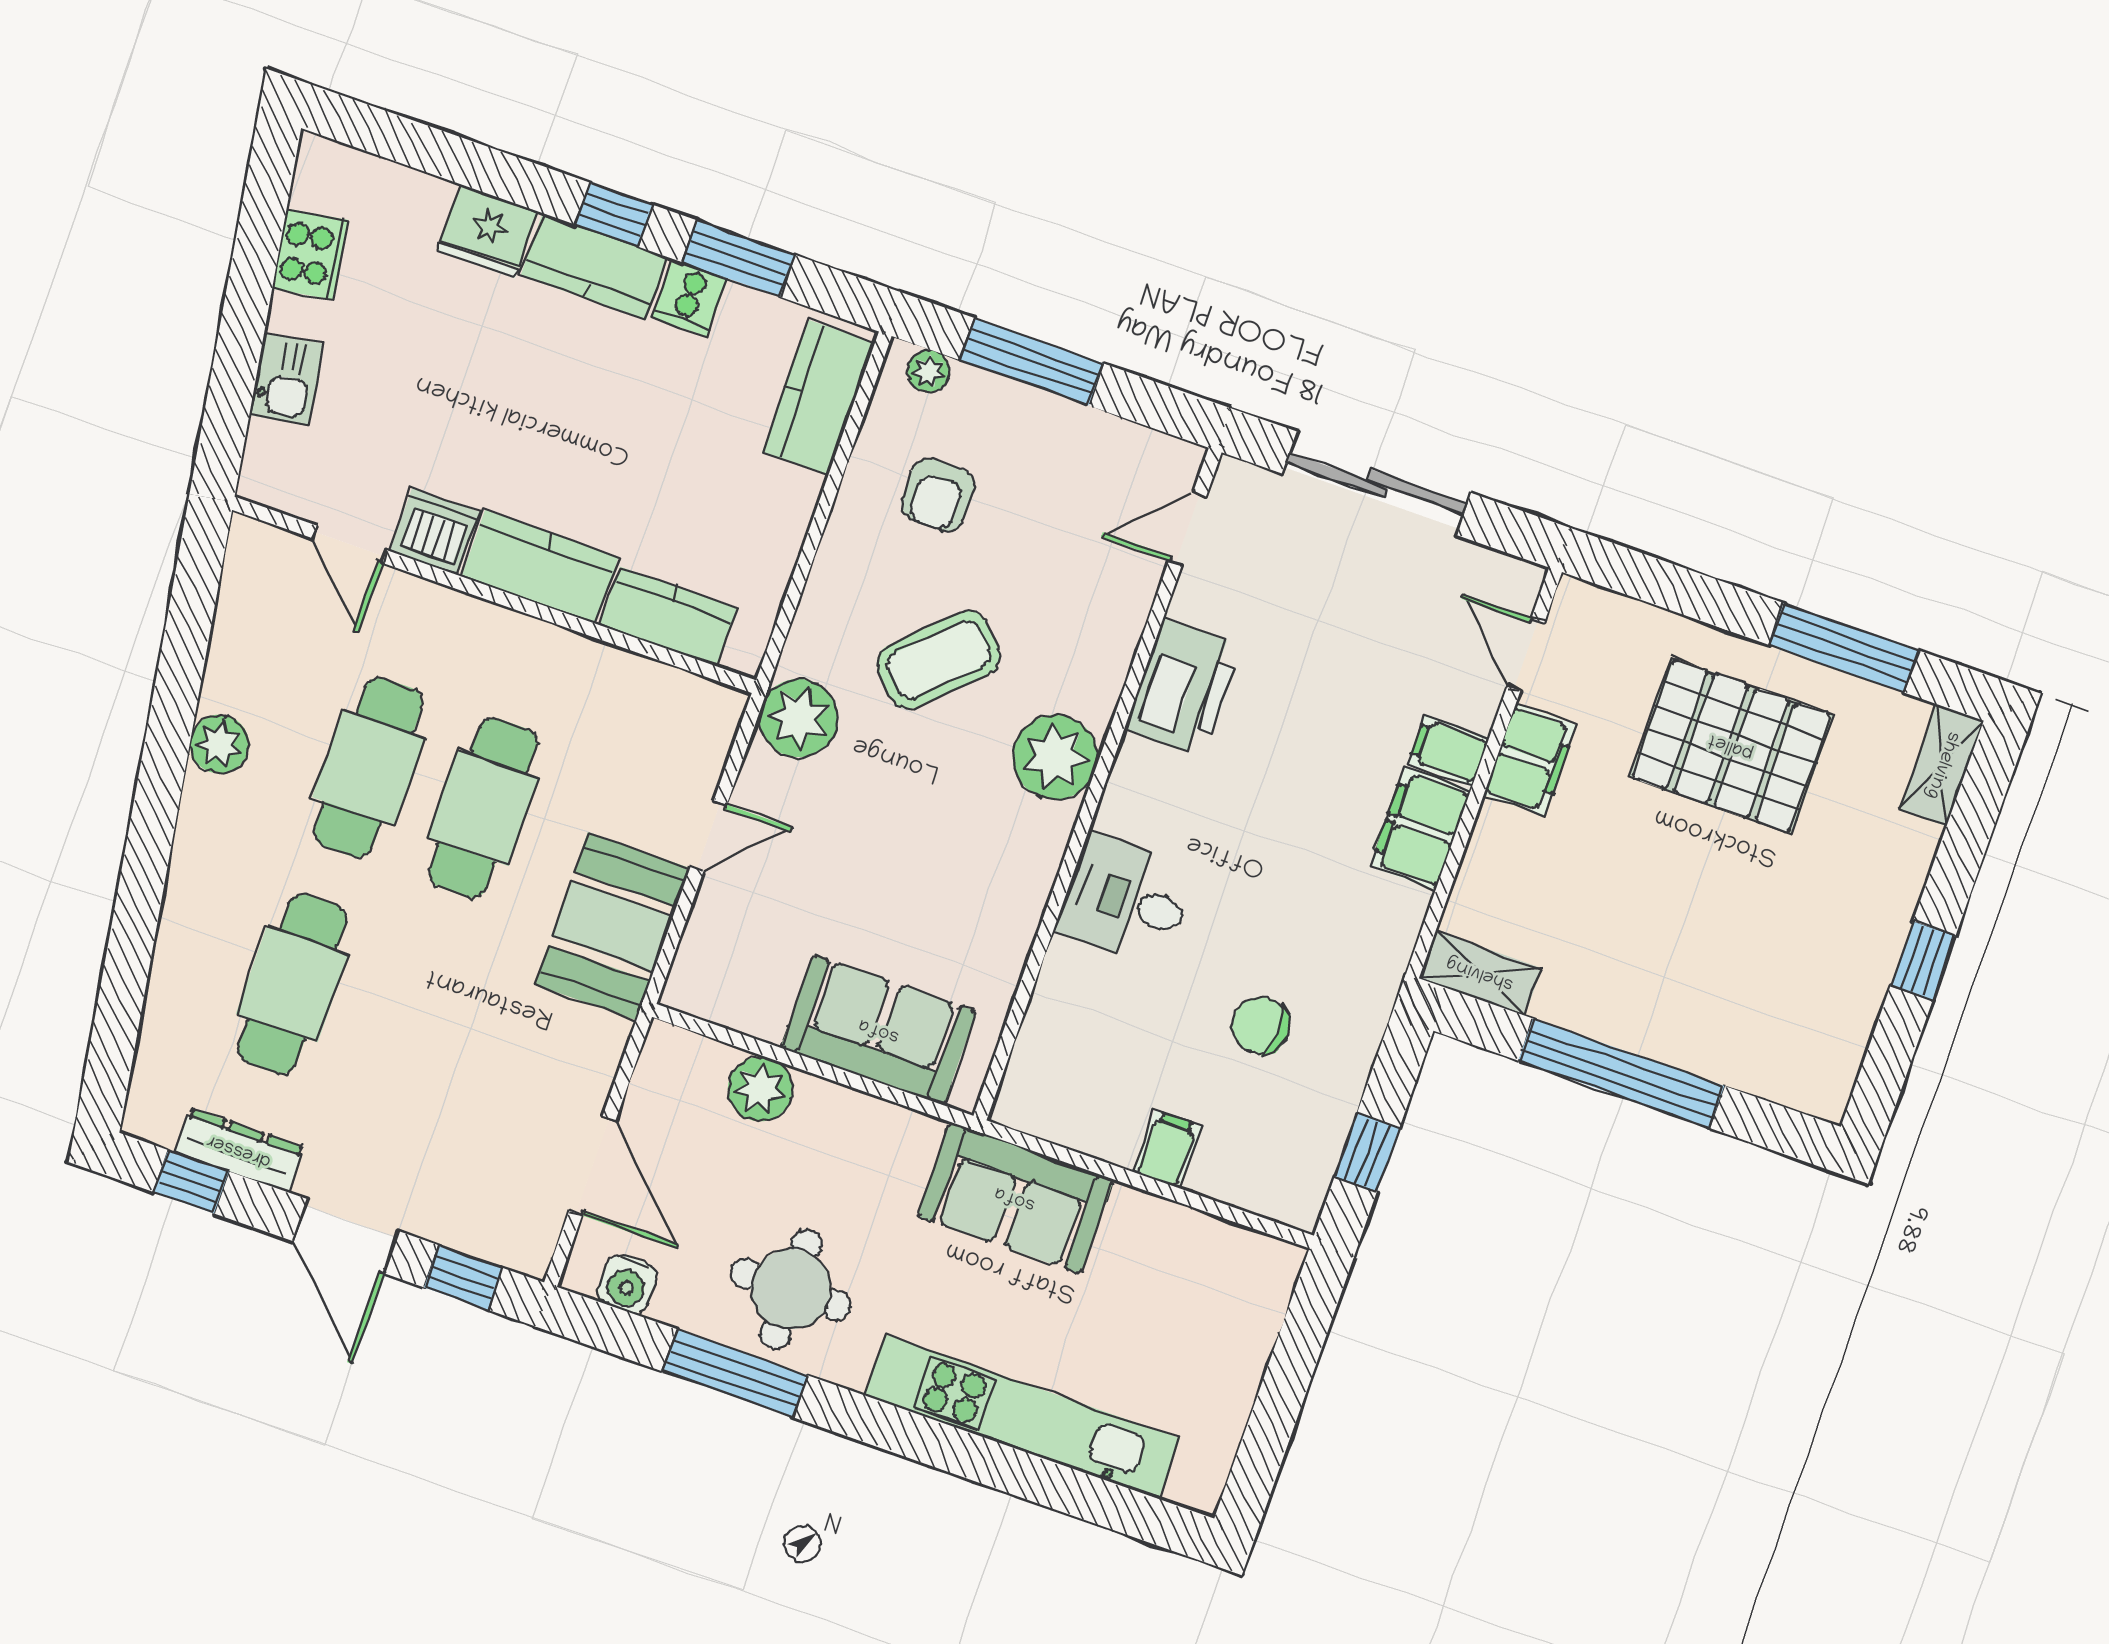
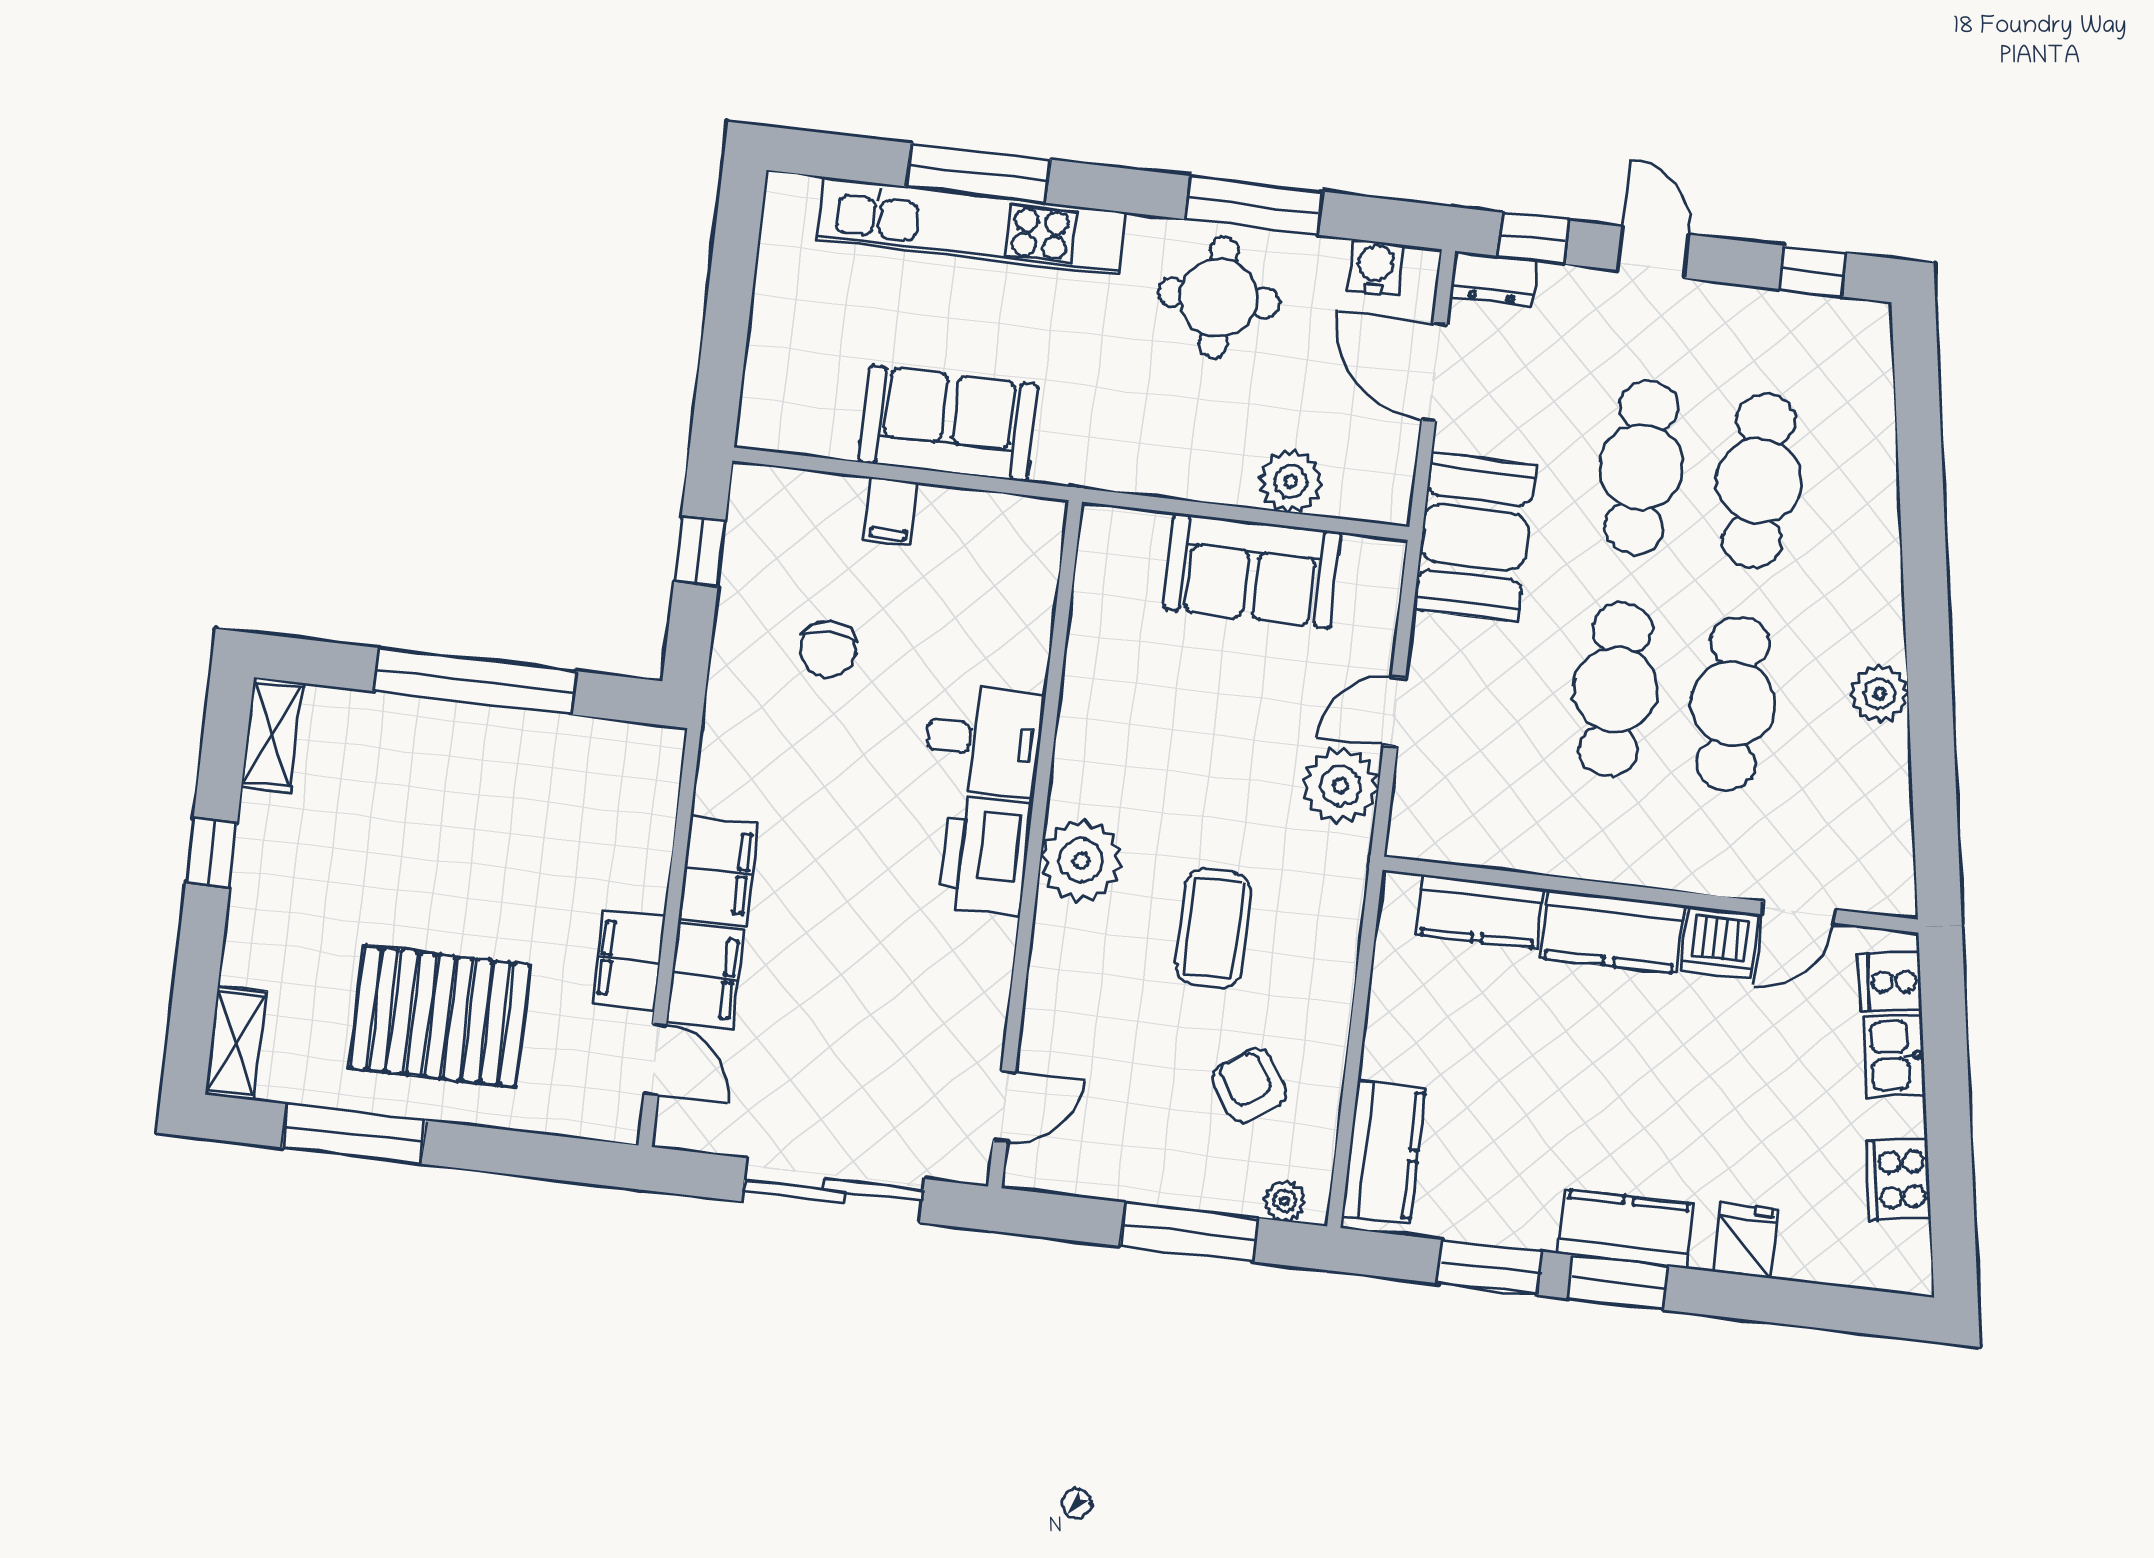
window: (614, 215) -> (1618, 1282), width x1.50
fridge: (488, 231) -> (1745, 1241), width x0.72
cooker: (690, 298) -> (1890, 982), moved, turned -99
armchair: (938, 495) -> (1249, 1085), turned -34
door: (350, 544) -> (1799, 912), swing flipped
coffee table: (938, 660) -> (1213, 928), turned -46
printer: (1183, 688) -> (986, 856), moved
plant: (799, 718) -> (1341, 786), moved
filing cabinet: (1448, 751) -> (705, 976), width x2.00
booth: (612, 926) -> (1475, 537), moved
shelving: (1480, 973) -> (272, 734), moved, turned 90
cafe table: (407, 1024) -> (1641, 467), added
chair: (1261, 1025) -> (828, 649), turned 87
sofa: (879, 1030) -> (1252, 571), moved
dresser: (239, 1150) -> (1493, 279), moved, width x0.70
sofa: (1015, 1198) -> (948, 423), moved
door: (346, 1236) -> (1654, 252), width x0.73
window: (1003, 1468) -> (978, 173), added

